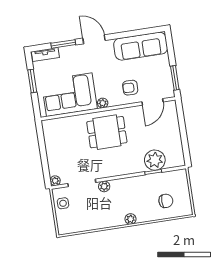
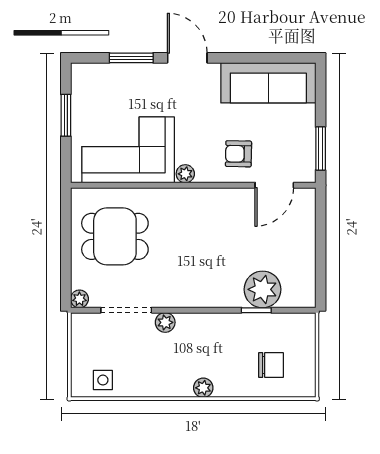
tv unit: (45, 55) -> (96, 72), removed
dining table: (107, 132) -> (115, 236), moved
side table: (63, 203) -> (103, 380), moved

